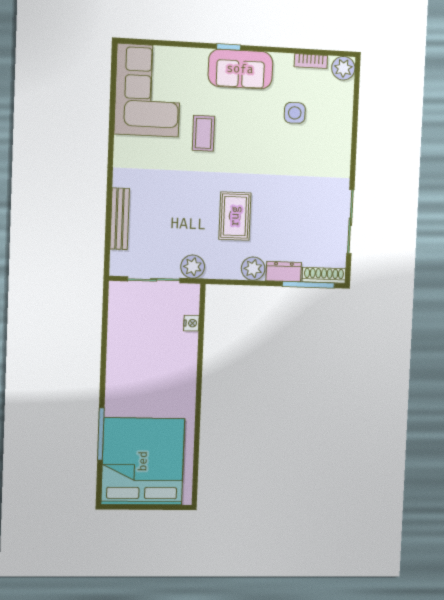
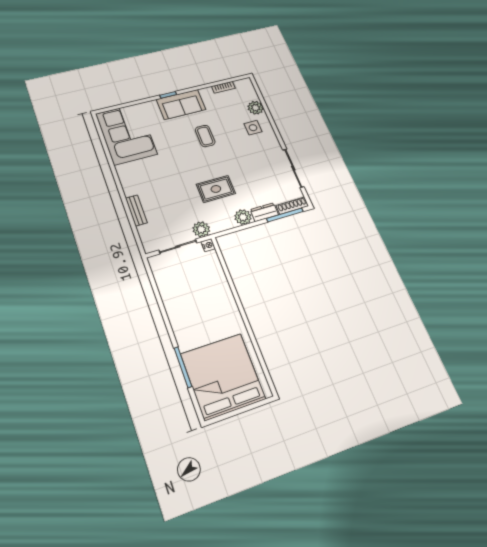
plant: (343, 68) -> (256, 108), moved
side table: (295, 113) -> (253, 128), moved
coffee table: (203, 133) -> (205, 136), moved
rug: (235, 216) -> (216, 189), turned 90
bench: (120, 219) -> (136, 210), width x0.73
nightstand: (191, 323) -> (208, 245), moved

